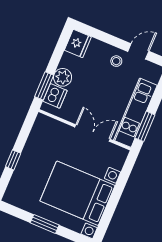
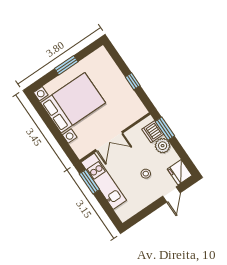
door: (138, 51) -> (171, 194), moved
stool: (116, 61) -> (146, 174), moved
window: (13, 160) -> (133, 81), moved

